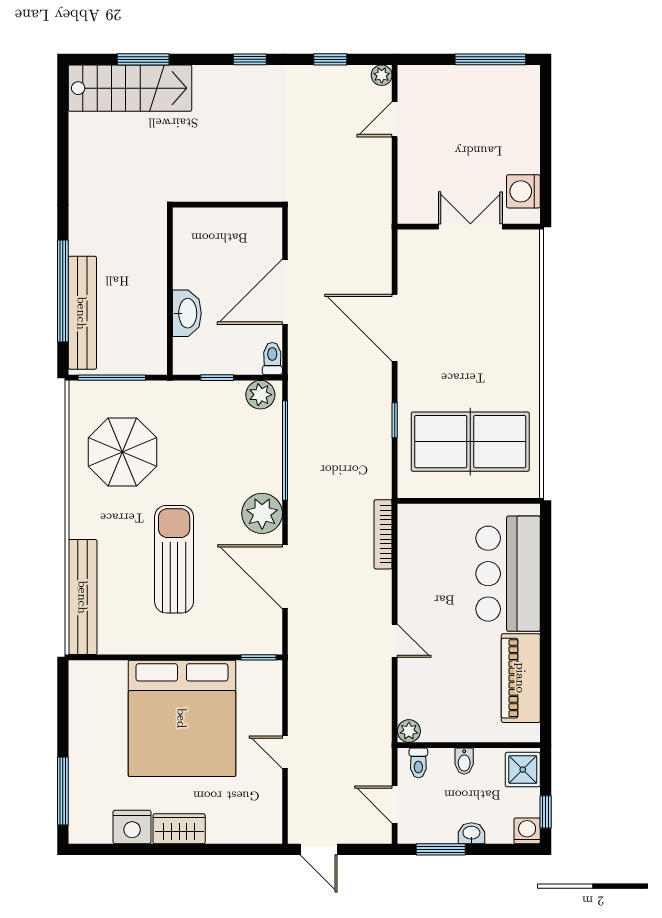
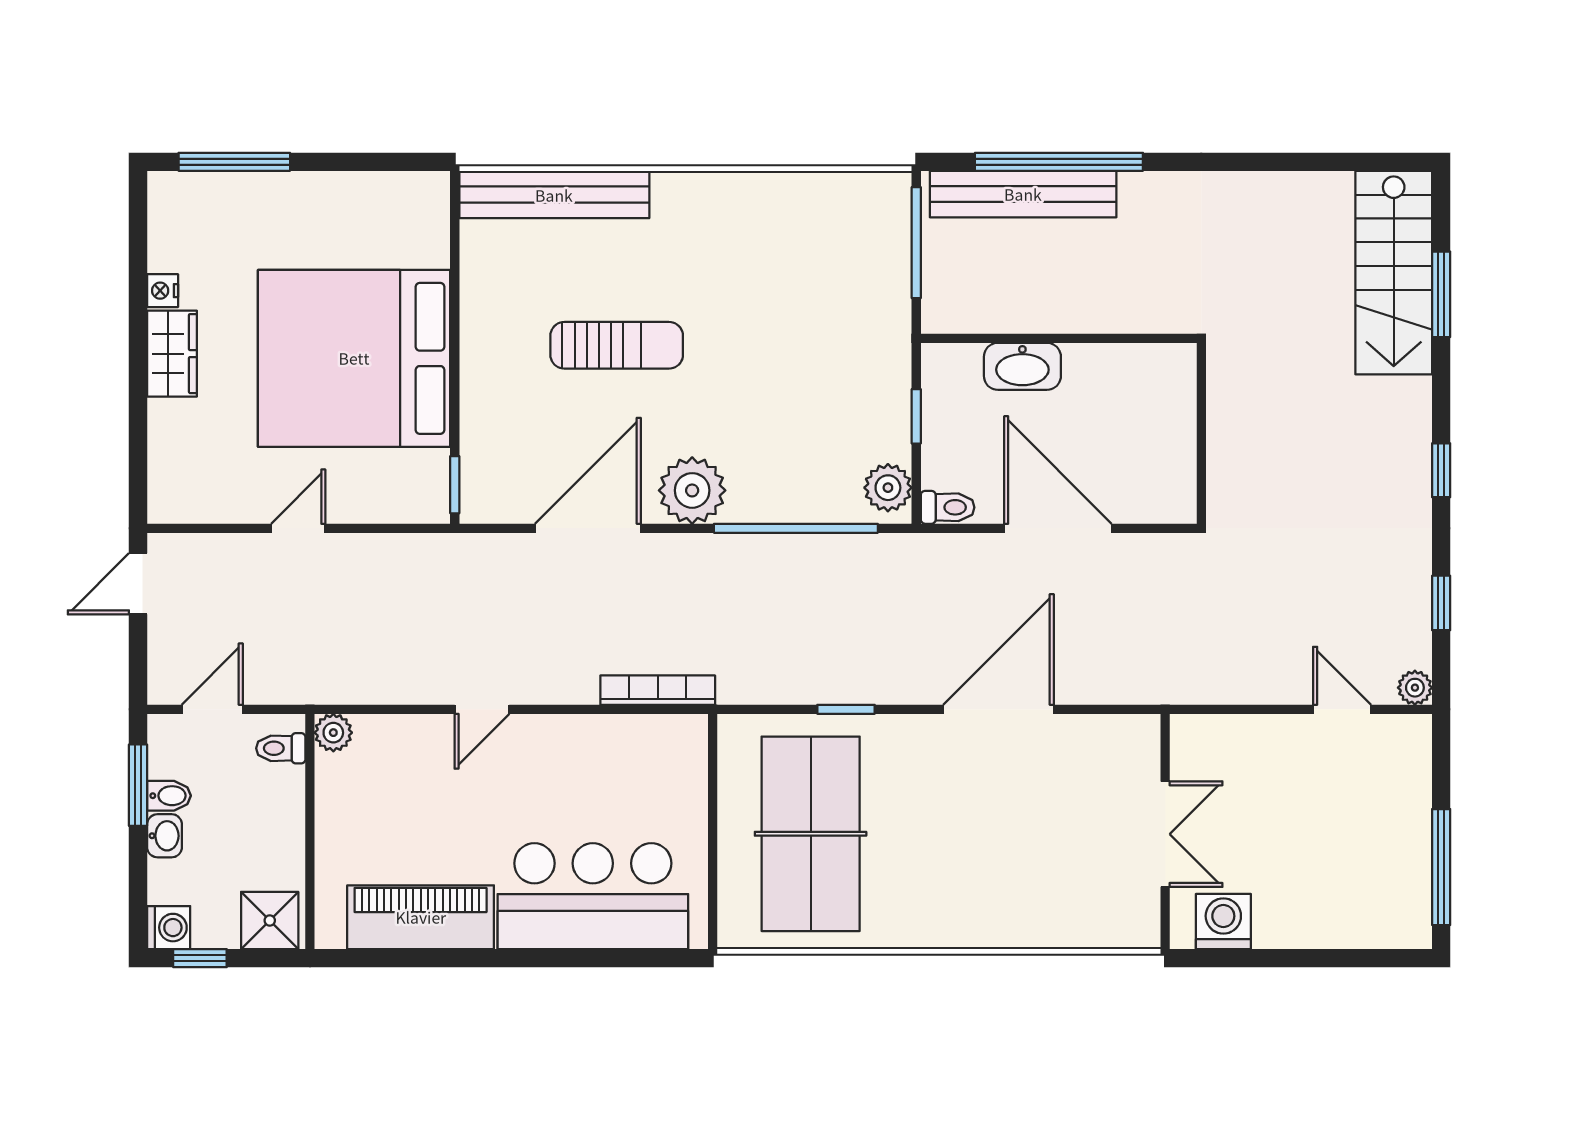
parasol: (122, 452) -> (793, 260), removed
sun lounger: (174, 559) -> (617, 345), width x0.73, depth x0.75
bidet: (464, 761) -> (169, 796), moved, turned 180
nightstand: (132, 827) -> (163, 291), width x0.53, depth x0.56

